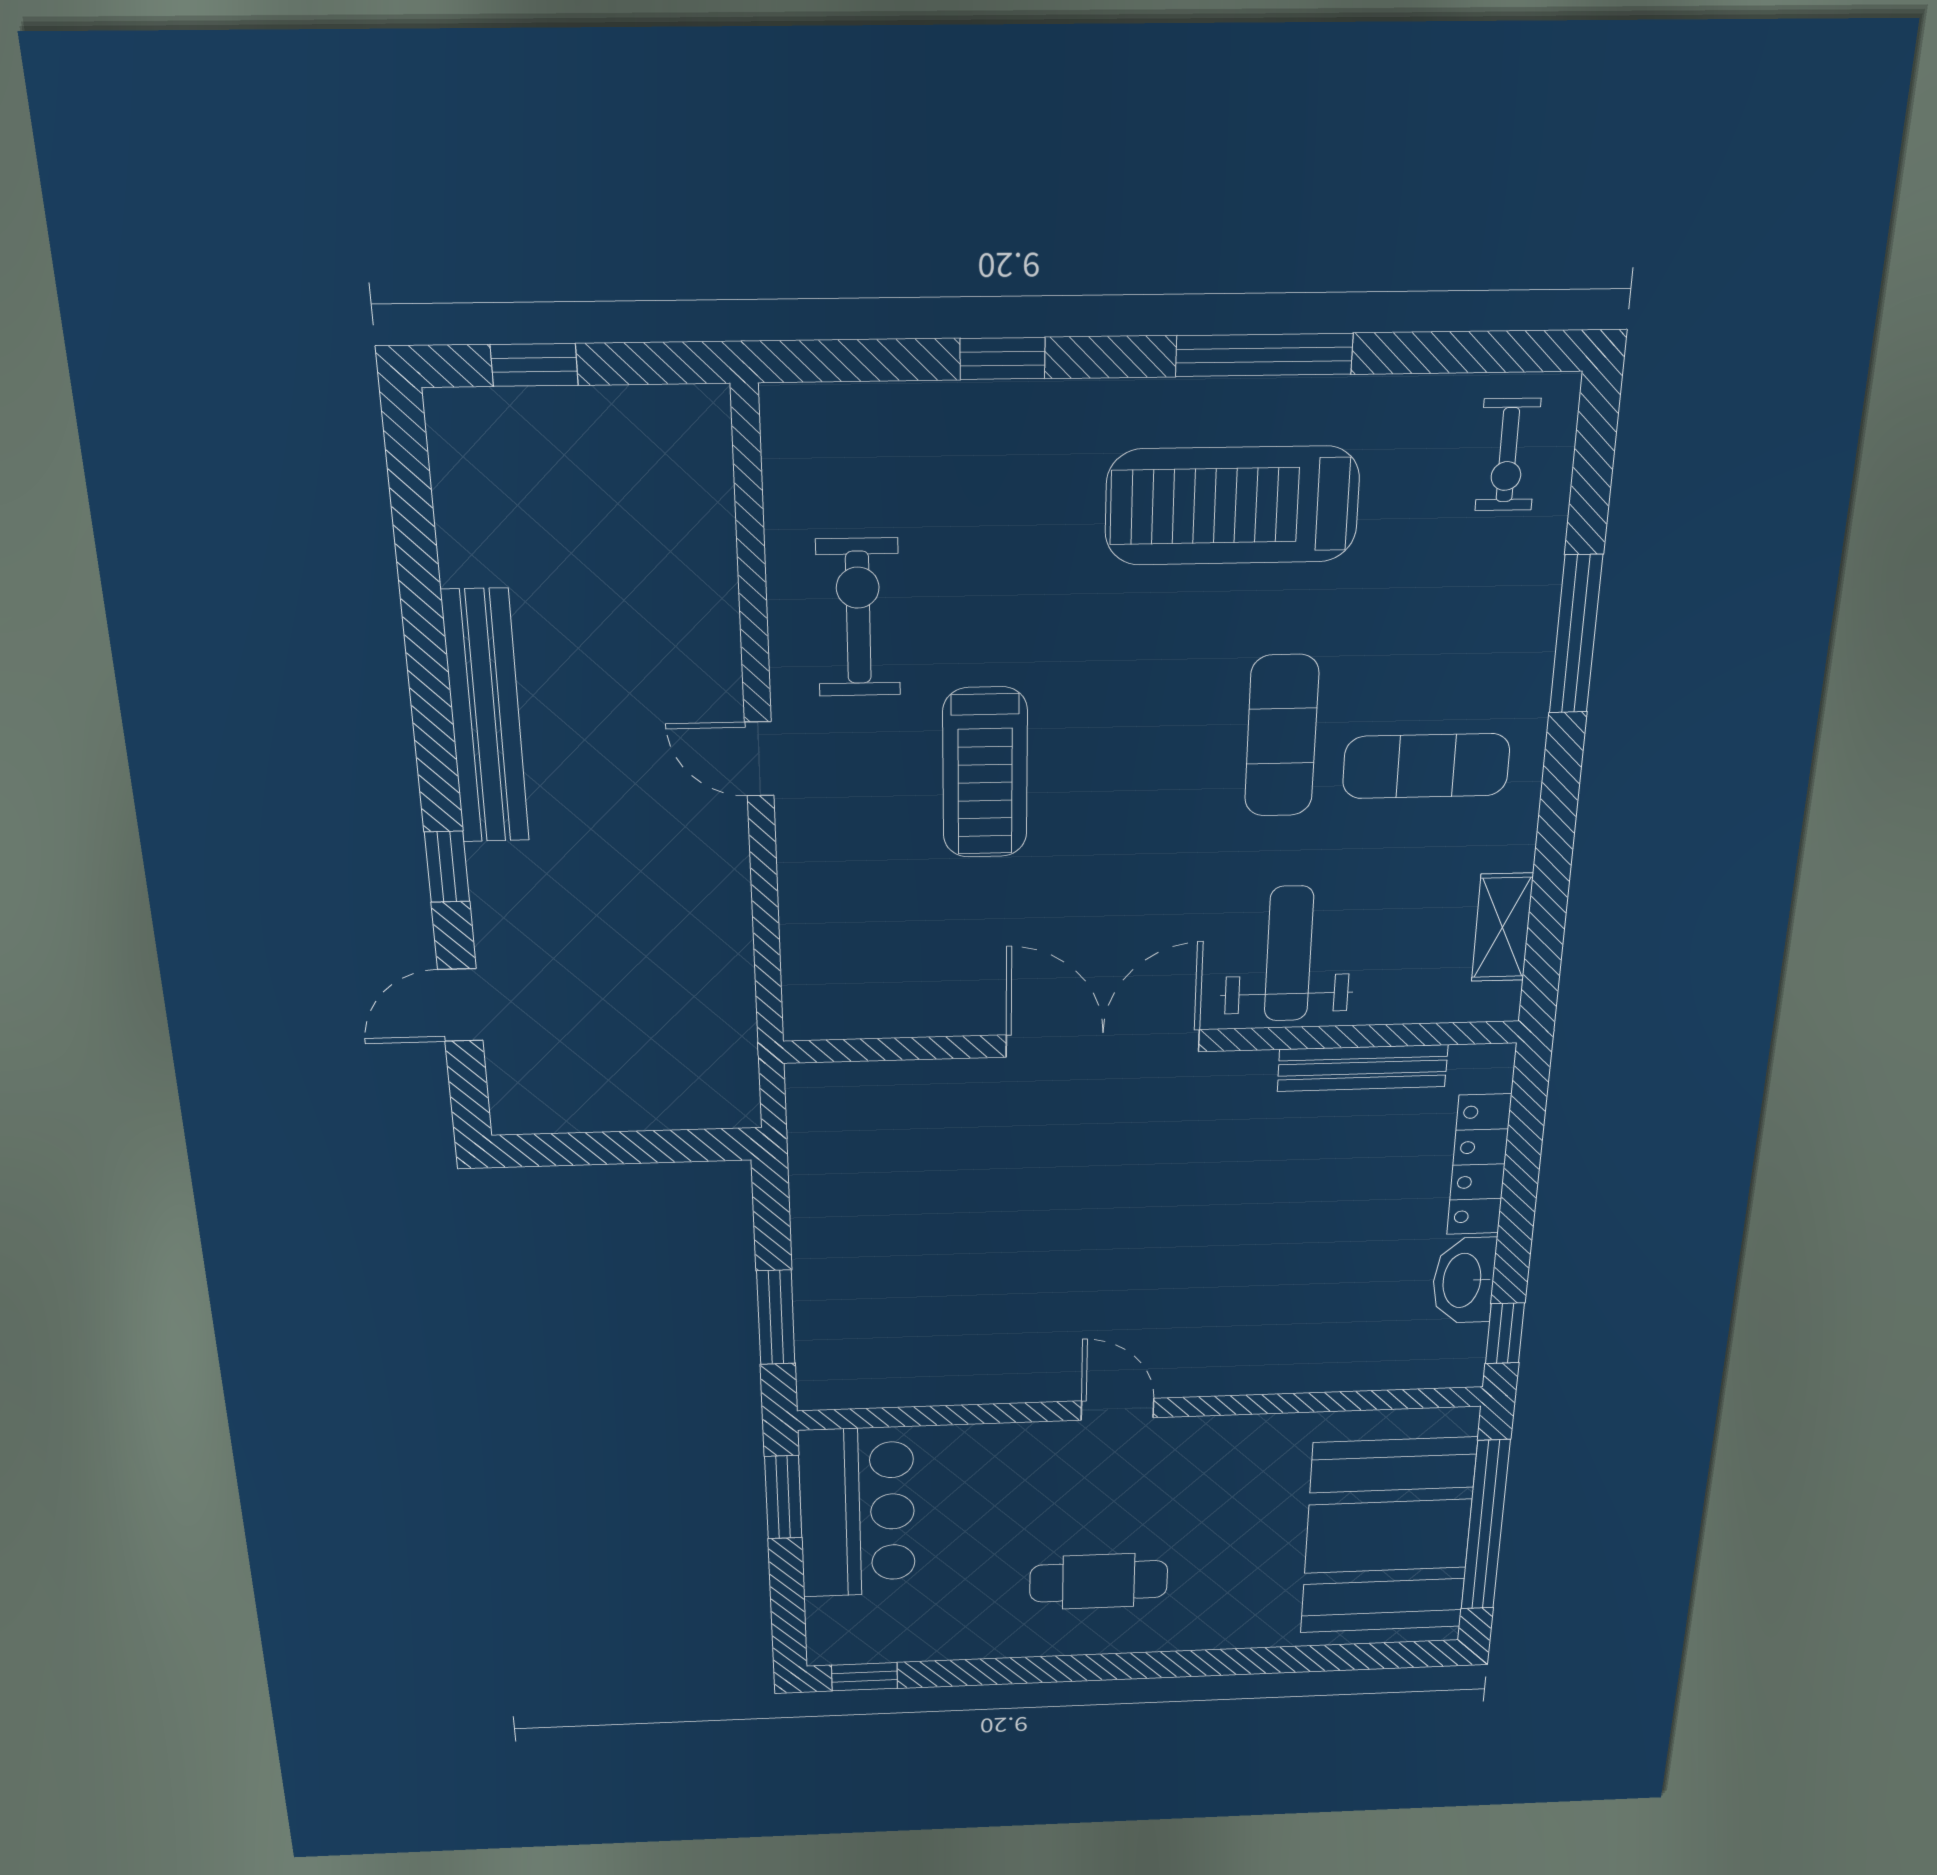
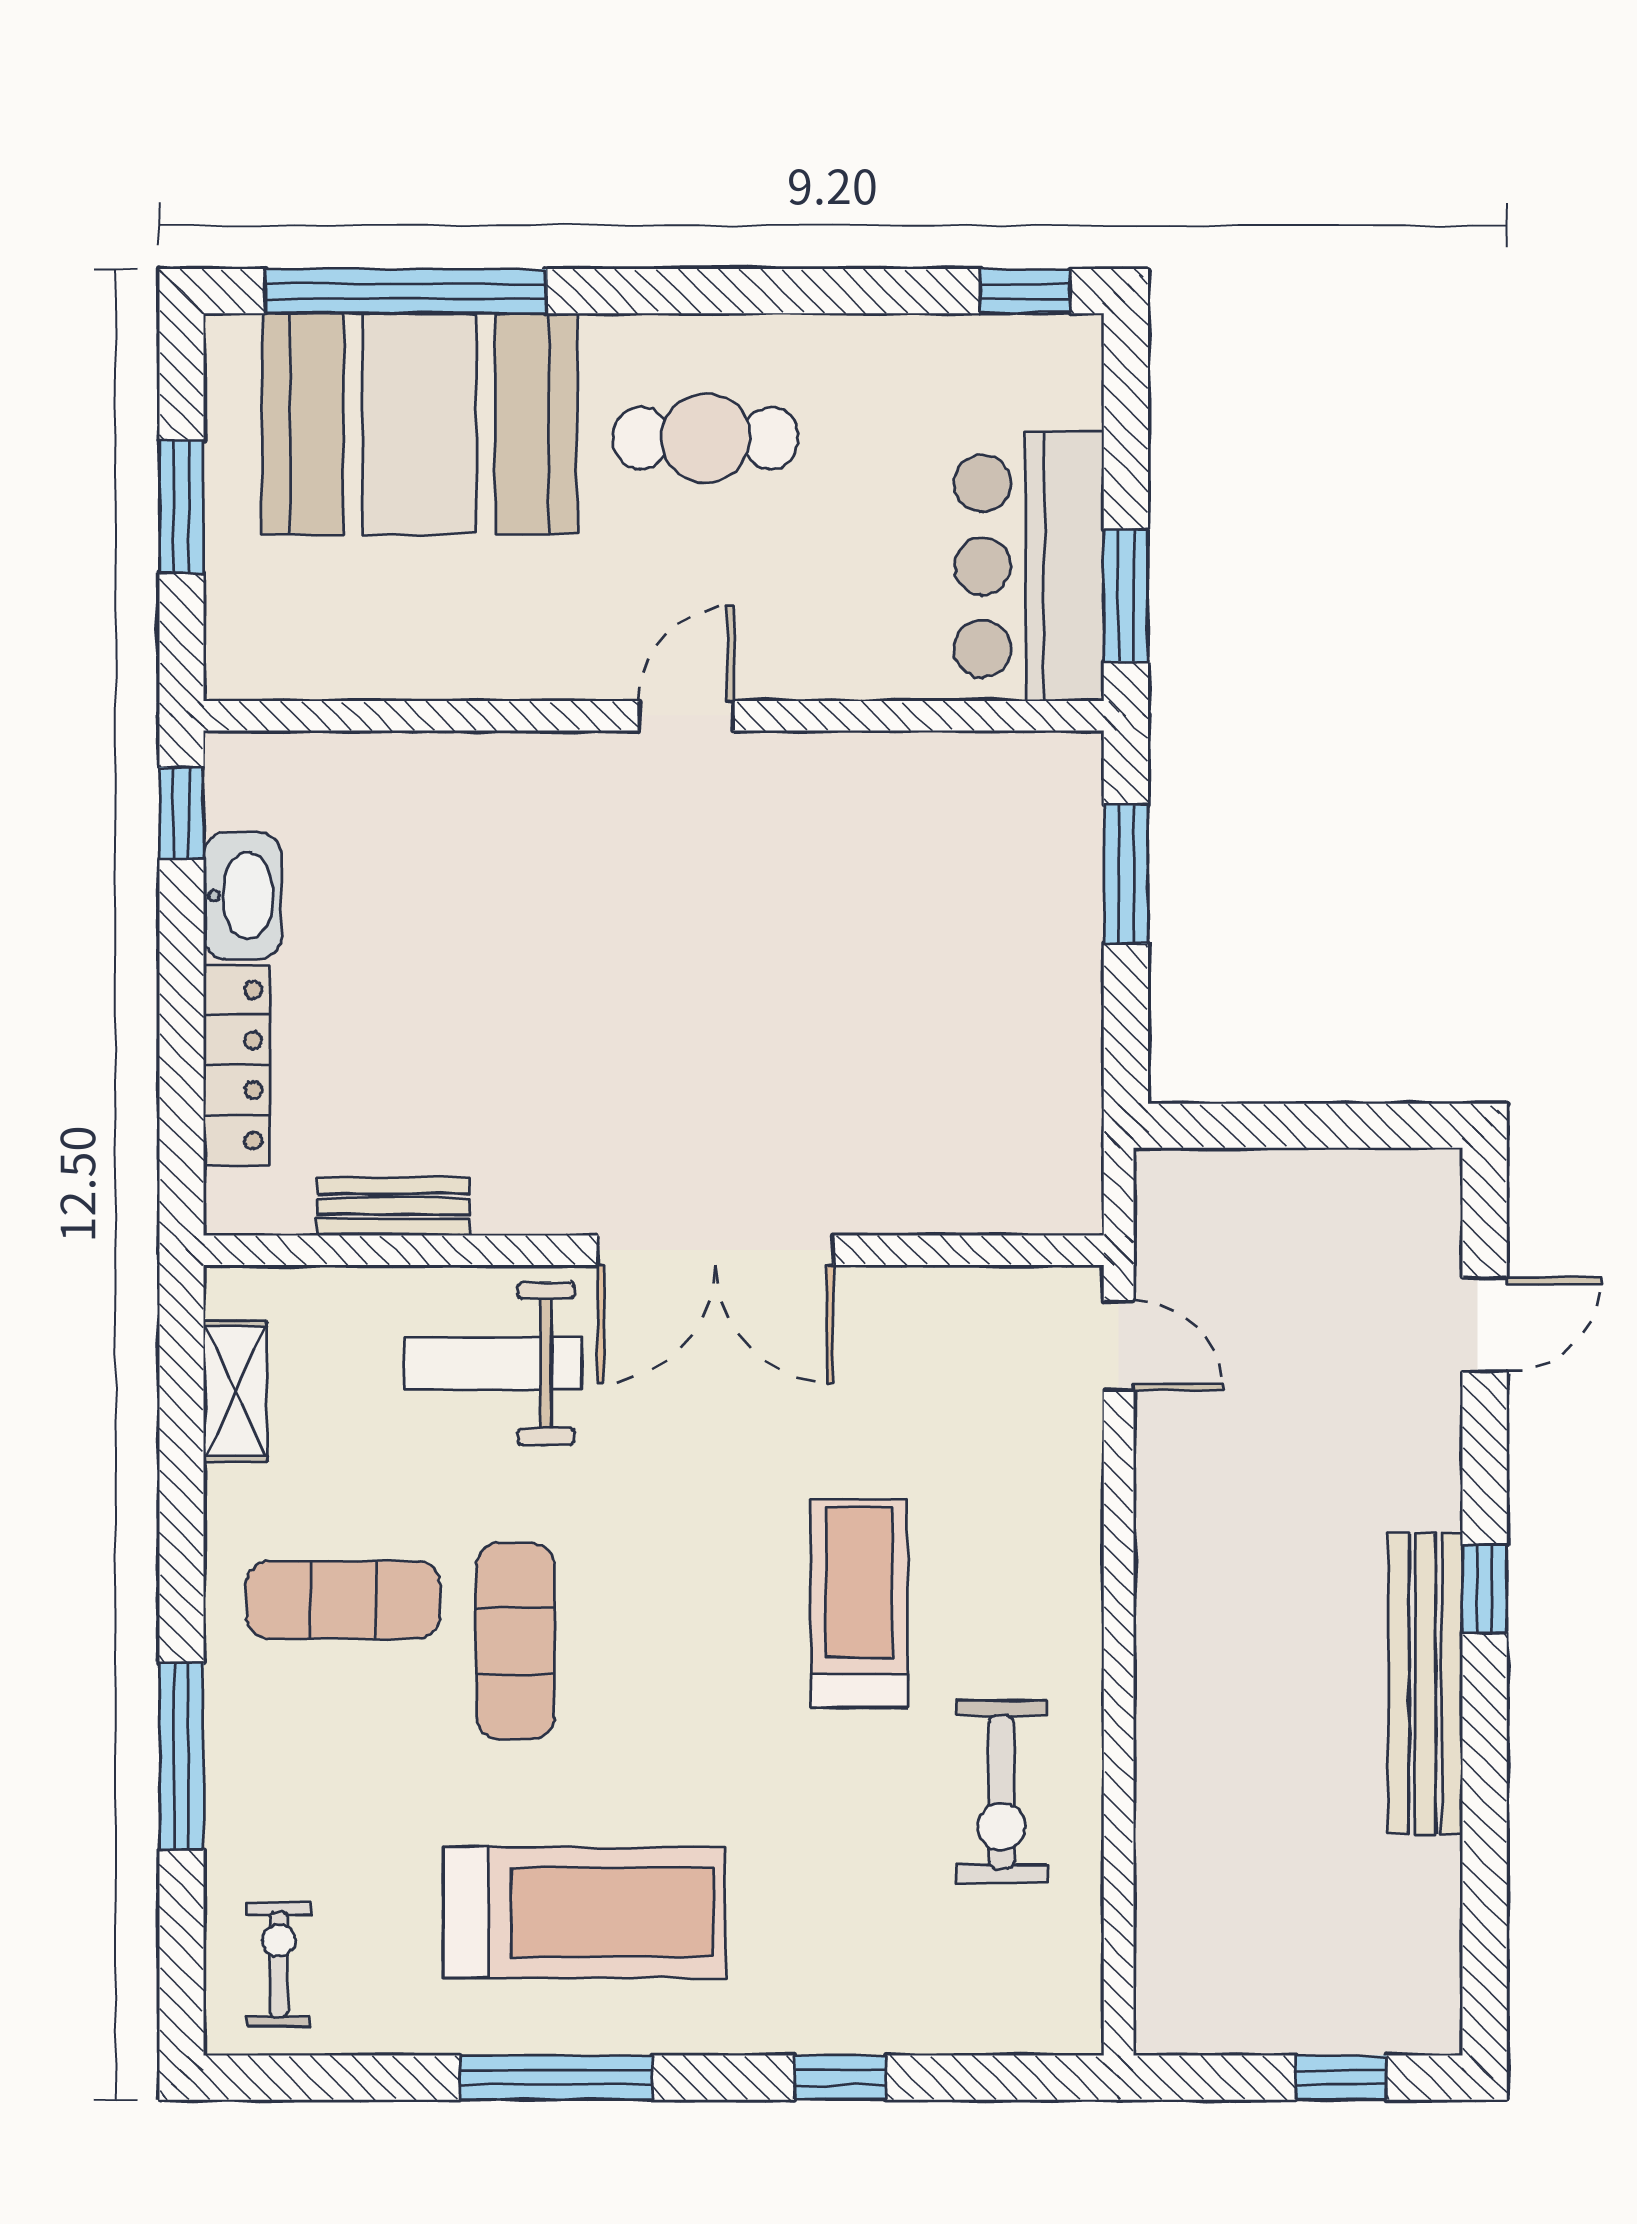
door: (759, 759) -> (1119, 1346), moved
window: (447, 867) -> (1485, 1589), moved
weight bench: (1289, 954) -> (493, 1364), turned 90
bench: (1363, 1068) -> (393, 1206), width x0.73
door: (1117, 1409) -> (686, 716), swing flipped
window: (1485, 1525) -> (181, 507), width x0.47
booth: (1388, 1536) -> (420, 424), moved, turned 90
window: (1312, 1659) -> (406, 291), added

